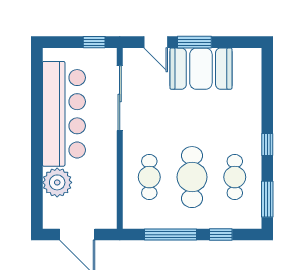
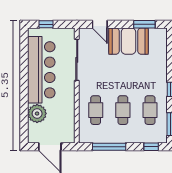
window: (94, 42) -> (46, 24), moved
window: (194, 42) -> (144, 24), moved
cafe table: (192, 177) -> (123, 110), width x0.73, depth x0.74
window: (221, 235) -> (151, 147), moved

